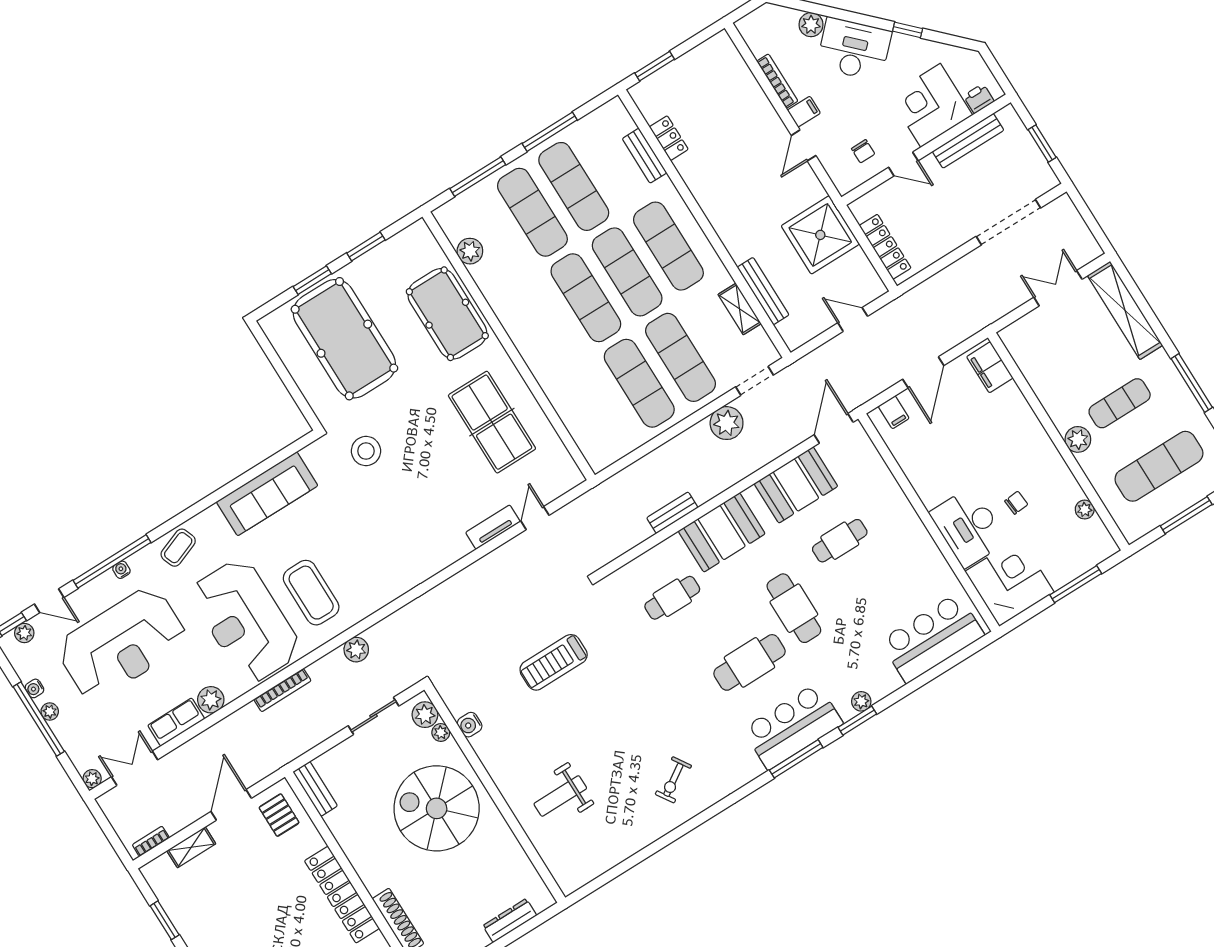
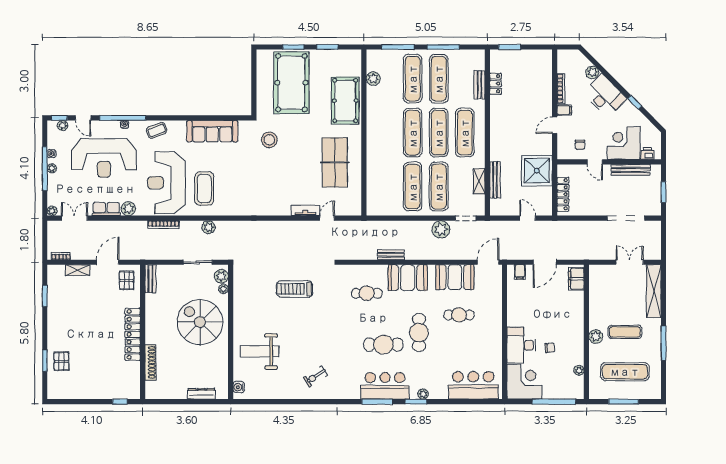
window: (1076, 584) -> (554, 402), width x1.46
water cooler: (470, 725) -> (239, 387), moved
weight bench: (560, 796) -> (260, 352), width x1.36, depth x1.33

